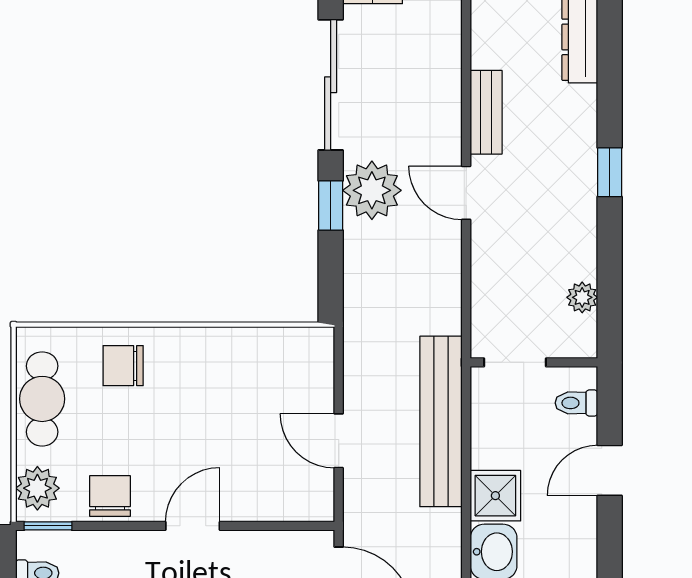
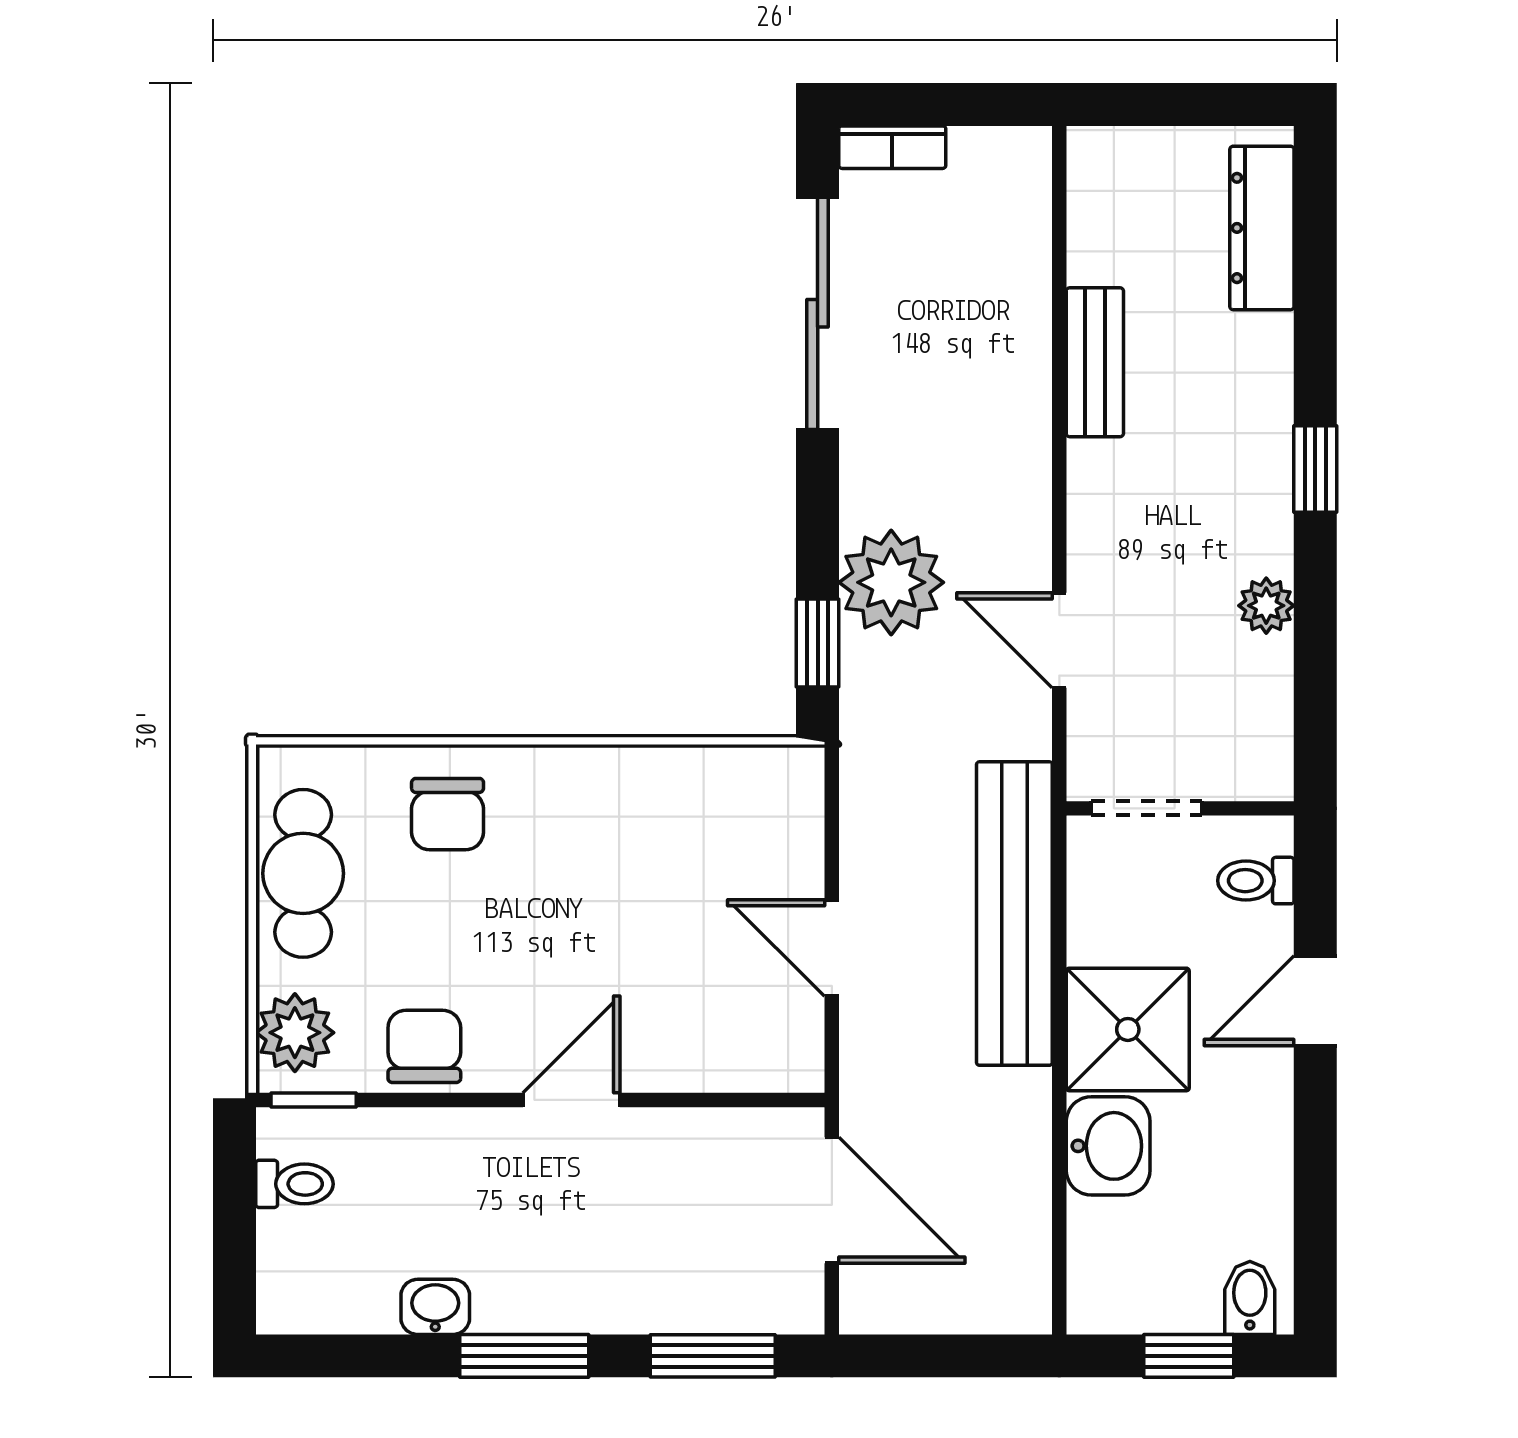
plant: (372, 190) -> (891, 582), moved
door: (466, 193) -> (1059, 640), moved
window: (331, 206) -> (818, 643), moved
plant: (582, 297) -> (1266, 606), moved
chair: (123, 366) -> (448, 814), turned -90
shower: (495, 496) -> (1128, 1029), width x1.36, depth x1.36

